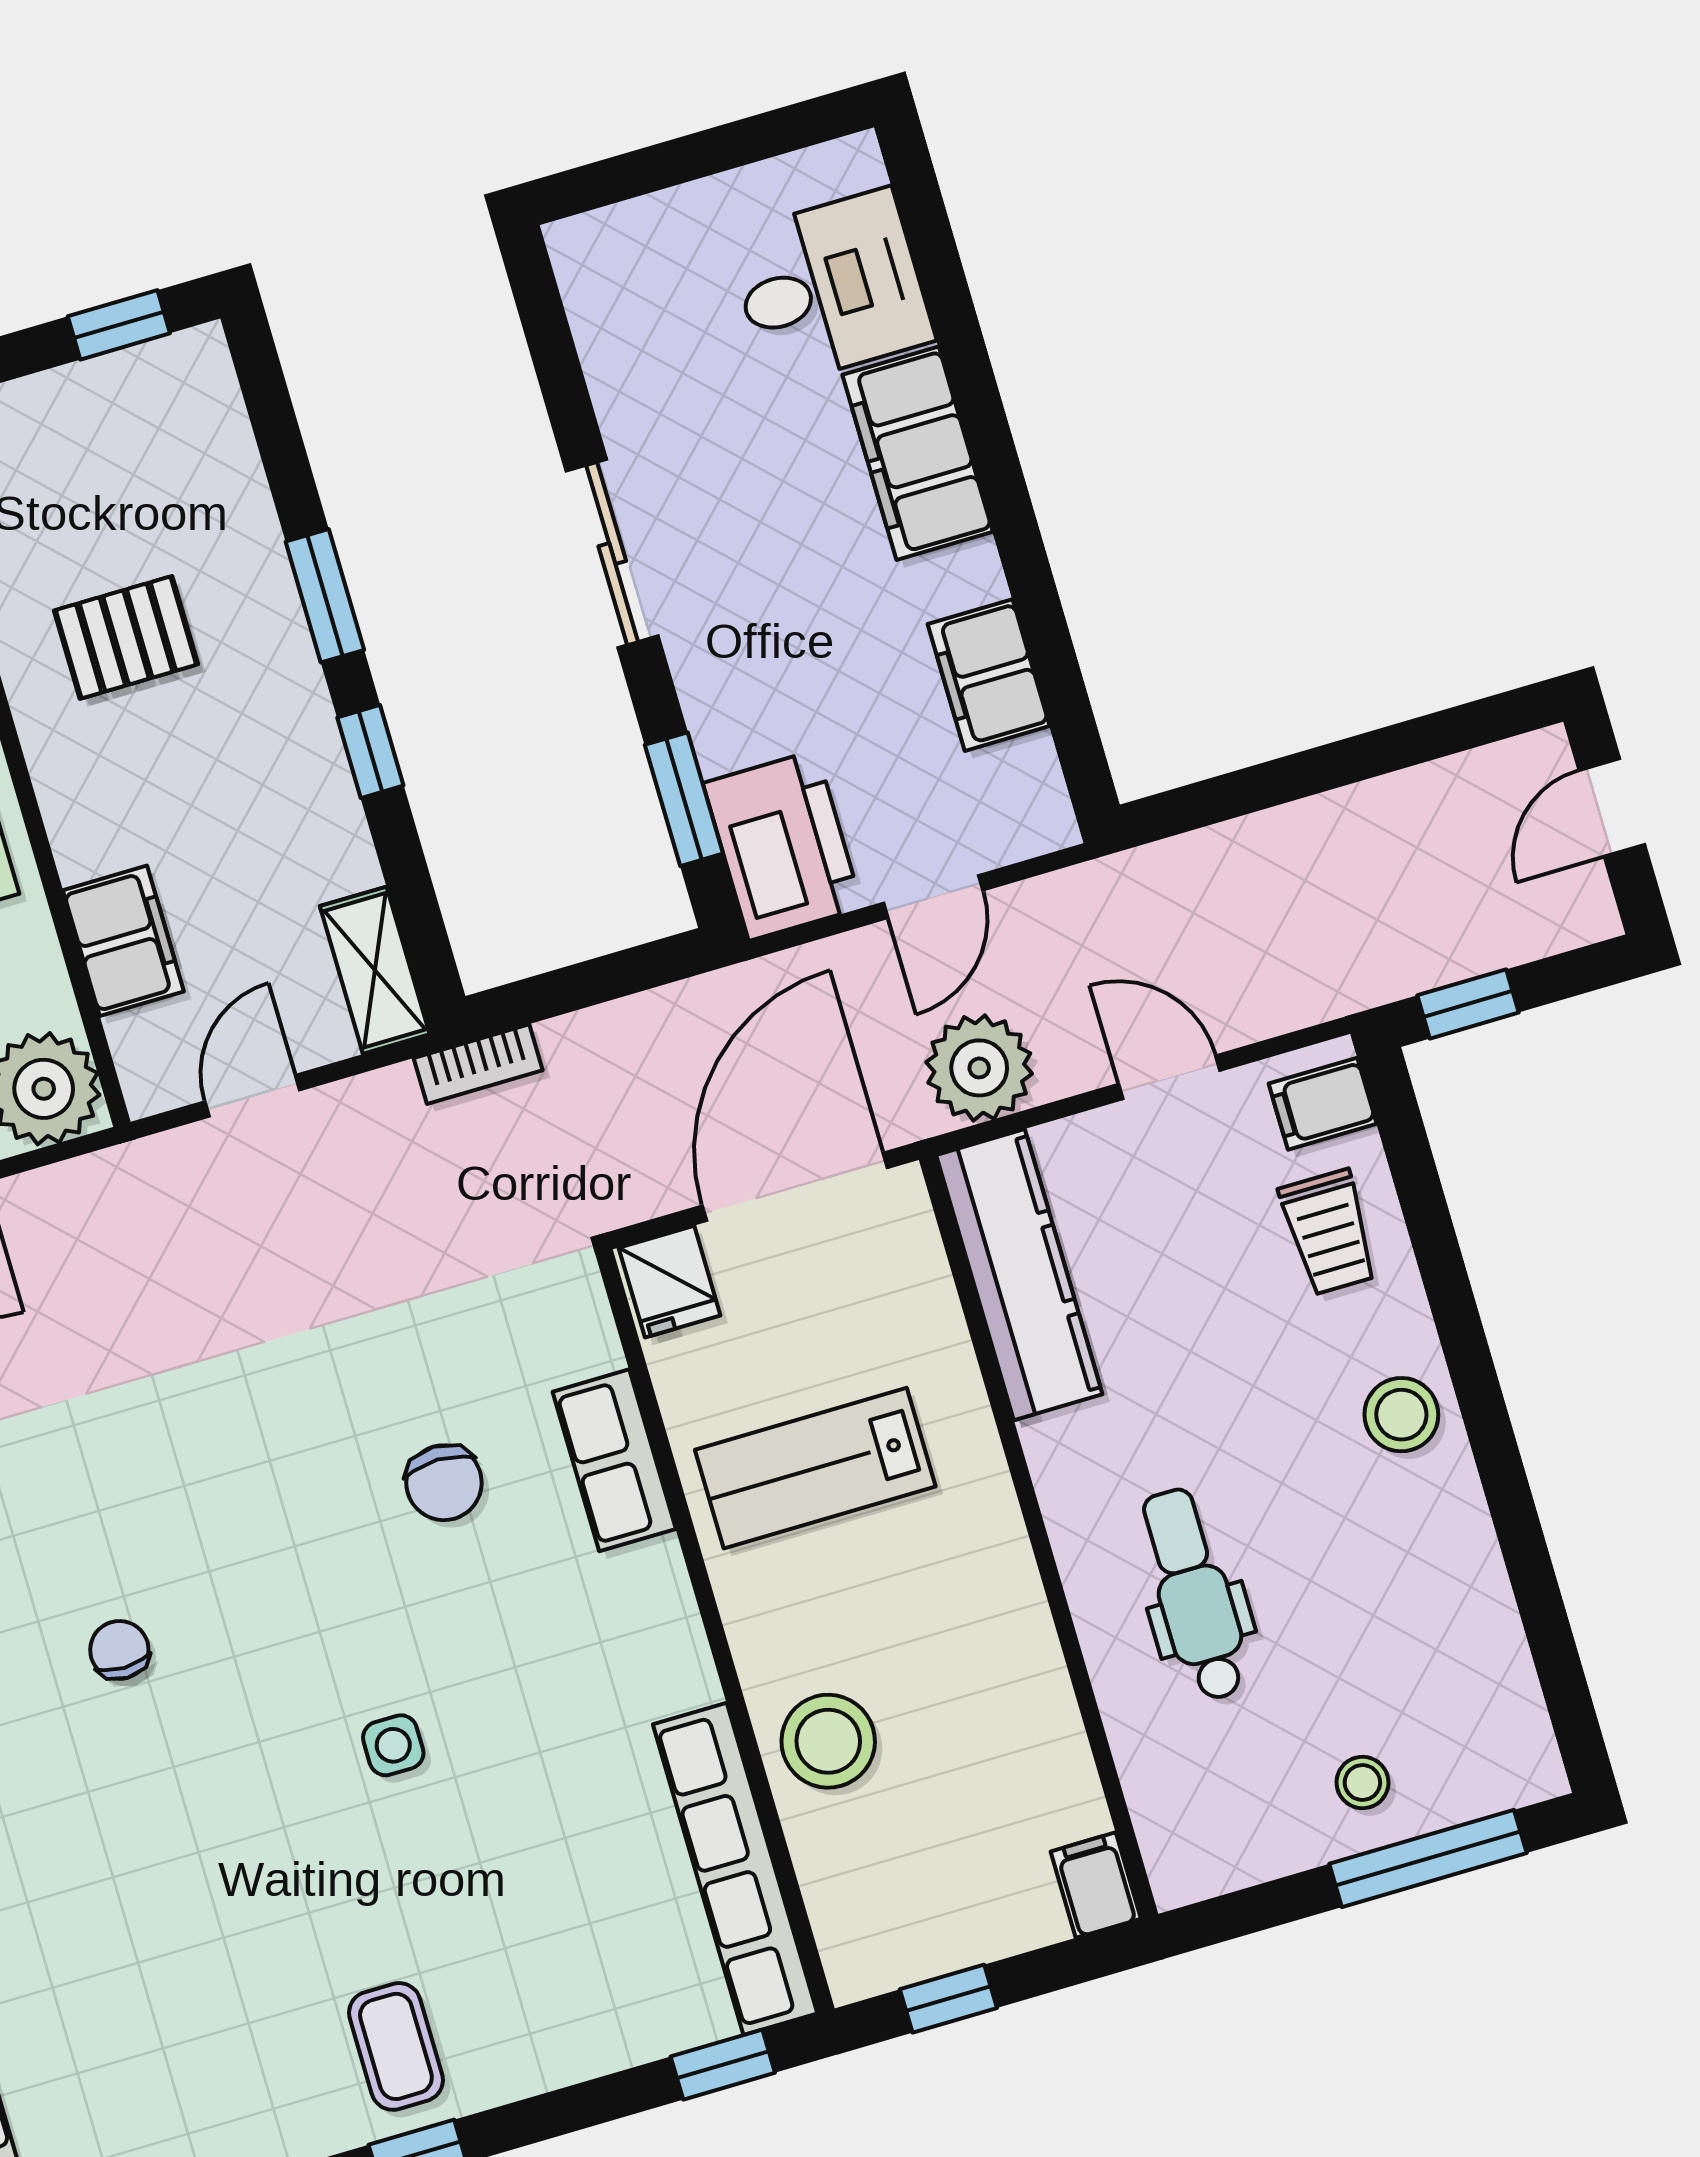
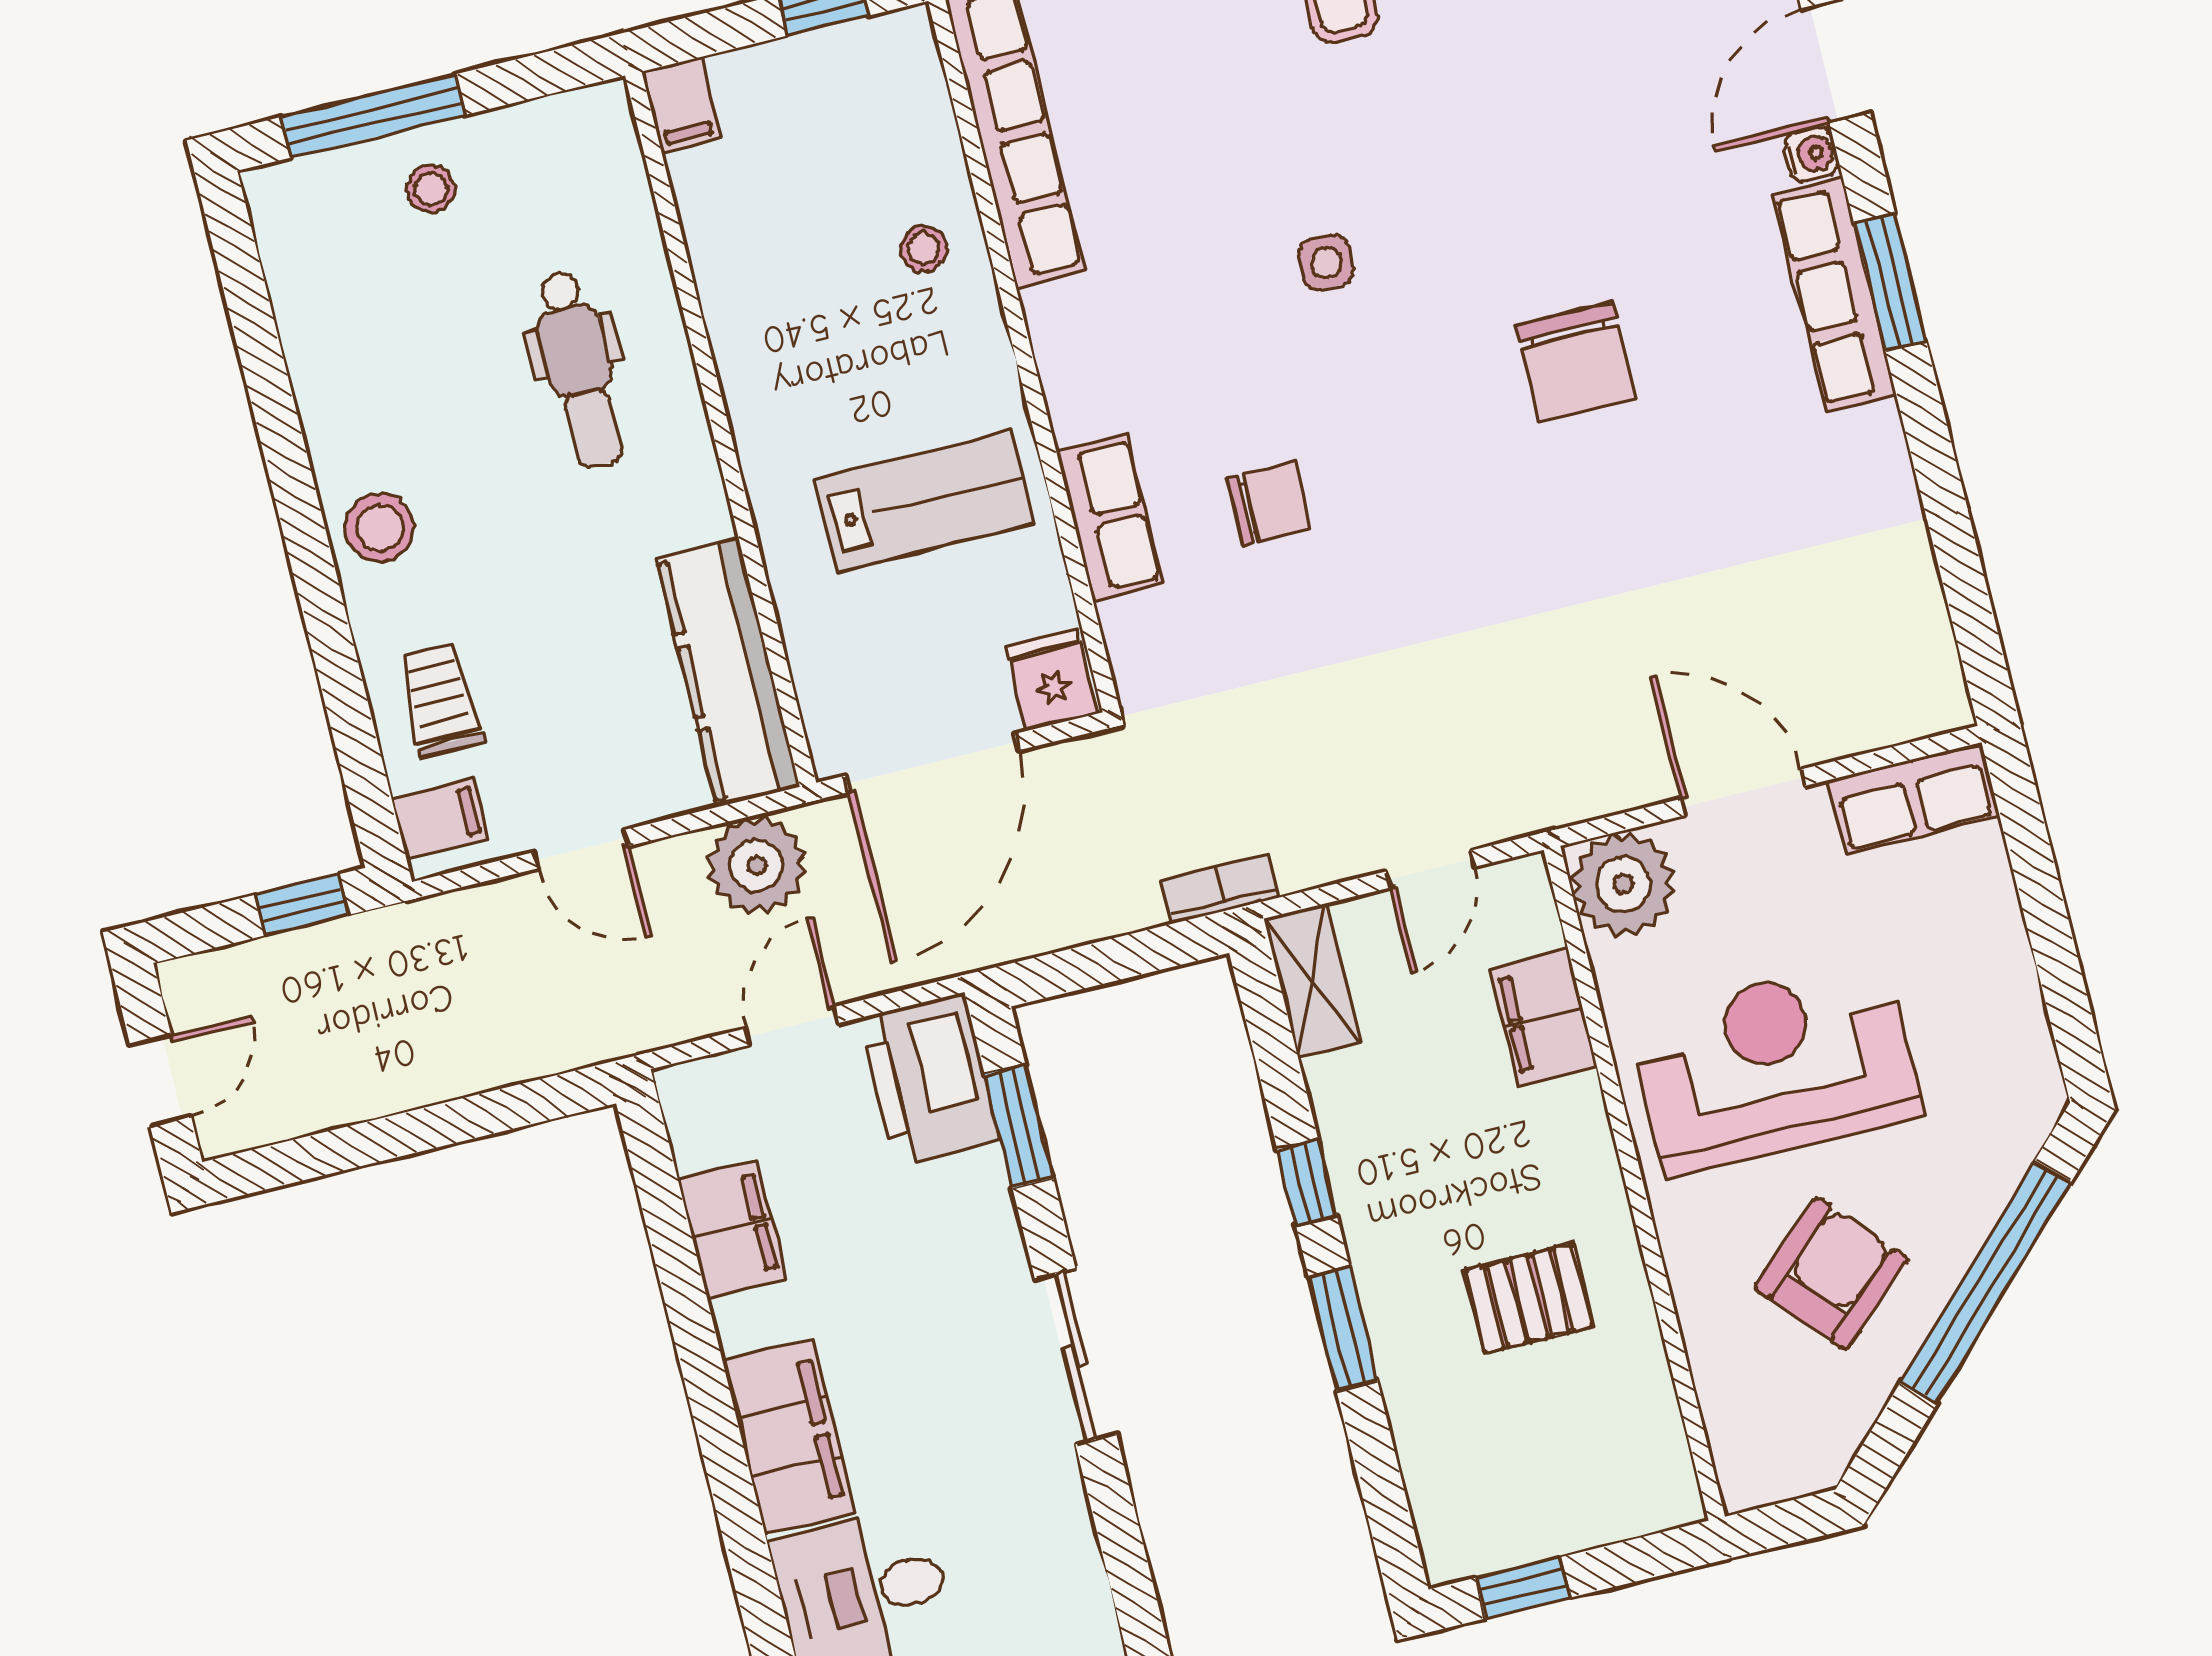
chair: (444, 1483) -> (1269, 503), turned 90
chair: (119, 1650) -> (1576, 362), width x1.87, depth x1.87
stool: (828, 1741) -> (924, 249), width x0.53, depth x0.53

